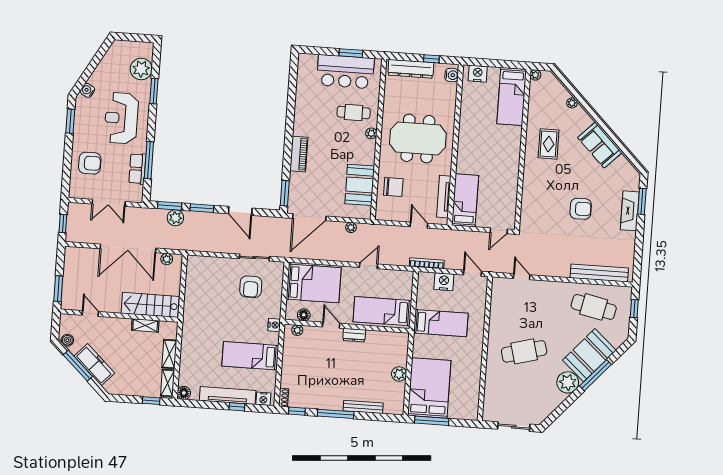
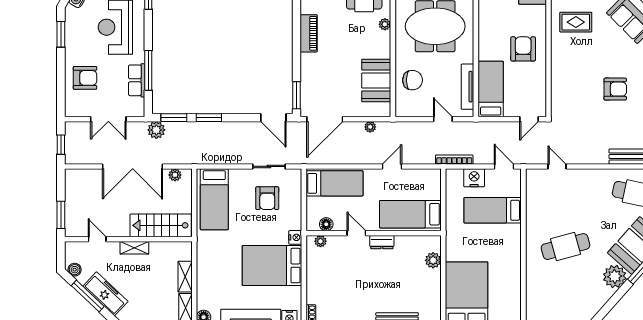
rug: (549, 144) -> (576, 22), turned 90
piano: (299, 154) -> (309, 33), moved
armchair: (498, 165) -> (523, 49), added
door: (240, 211) -> (273, 118), moved
plant: (175, 218) -> (156, 130), moved
bed: (314, 283) -> (334, 183), width x0.67
bed: (202, 284) -> (214, 199), added
bed: (441, 323) -> (493, 210), moved, turned 180
shelving: (145, 325) -> (134, 248), moved
bed: (250, 356) -> (272, 266), width x1.50
plant: (399, 374) -> (433, 260), moved

